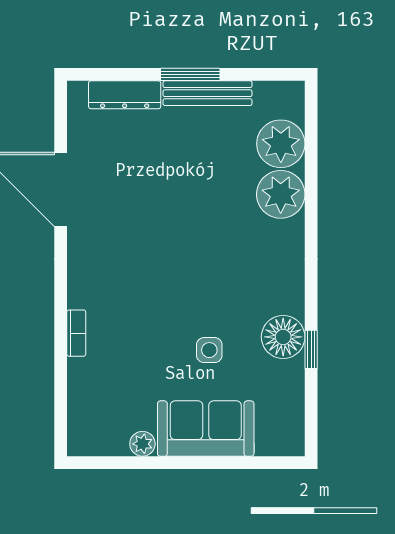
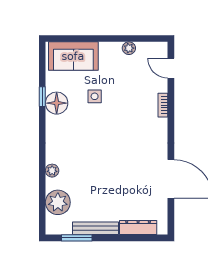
window: (190, 74) -> (77, 238), moved
plant: (281, 194) -> (52, 171), width x0.53, depth x0.53
door: (61, 405) -> (171, 68), added
sofa: (206, 429) -> (73, 56), moved

